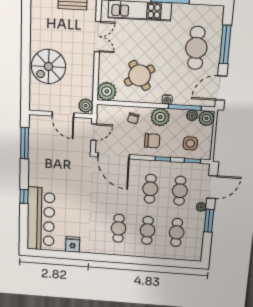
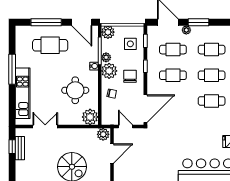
round table: (140, 76) -> (75, 90), turned 33
plant: (192, 115) -> (106, 57), moved

